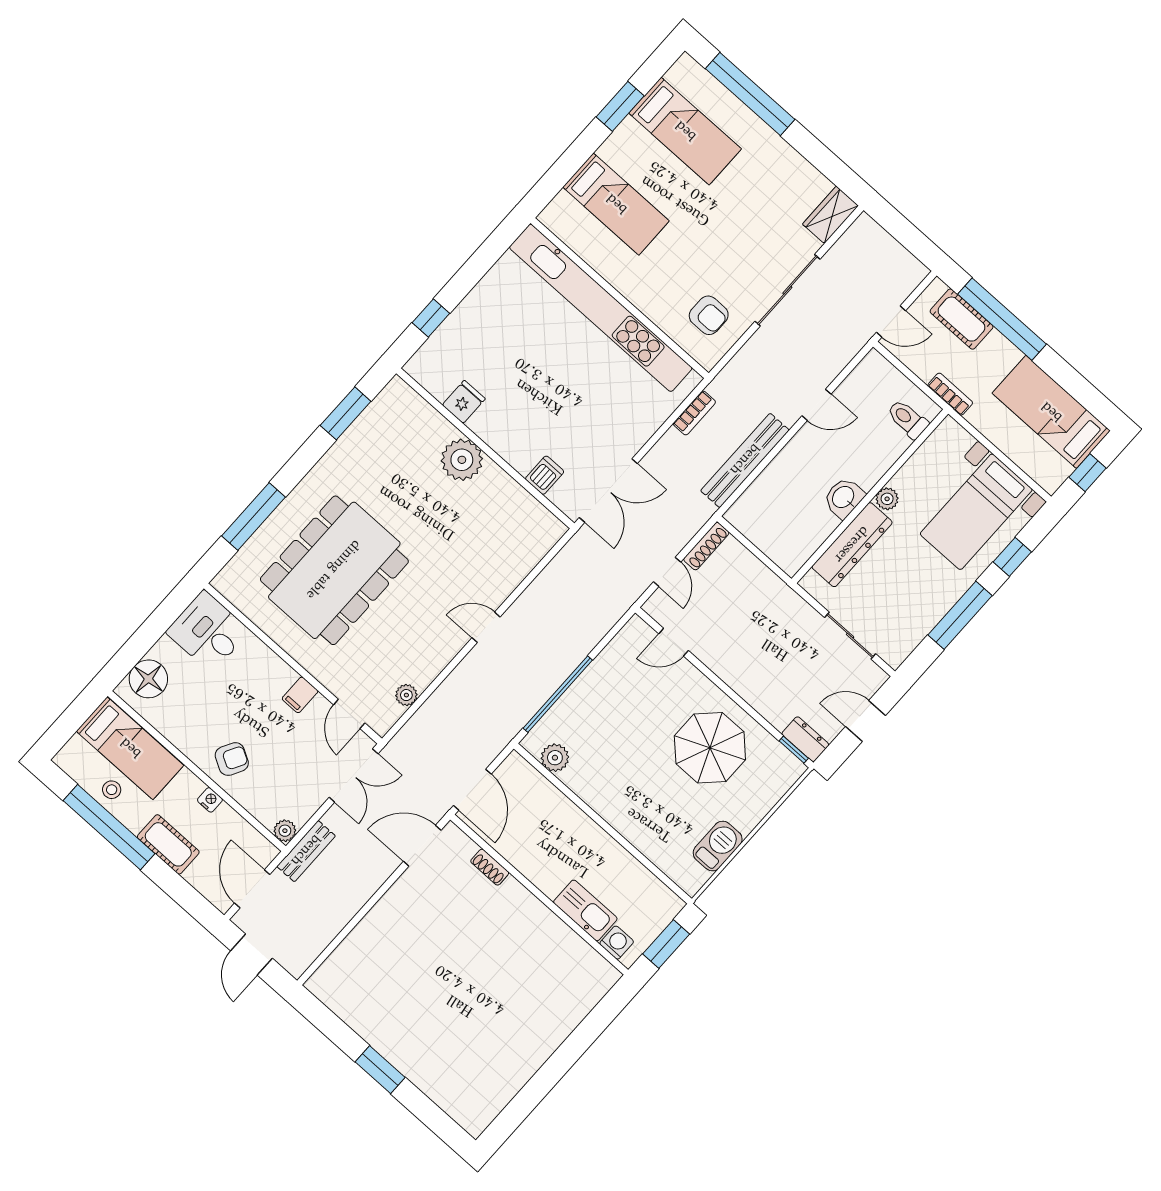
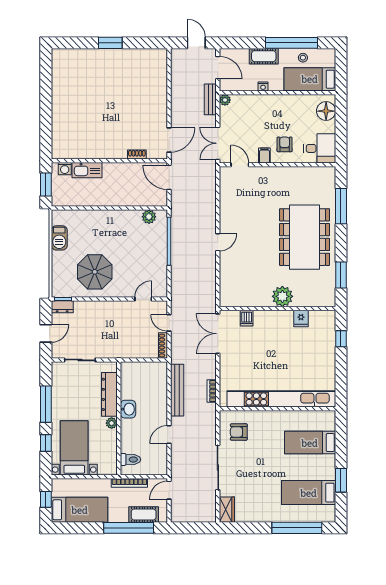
bookcase: (950, 394) -> (129, 483), width x1.56
dining table: (334, 570) -> (305, 237), moved
plant: (406, 695) -> (225, 191), removed
armchair: (232, 759) -> (285, 144), moved, turned 151

